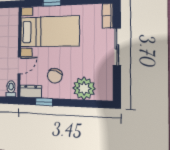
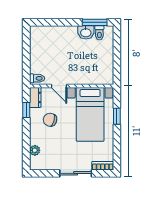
plant: (84, 88) -> (35, 150), width x0.53, depth x0.53

